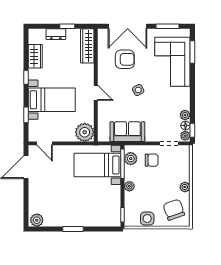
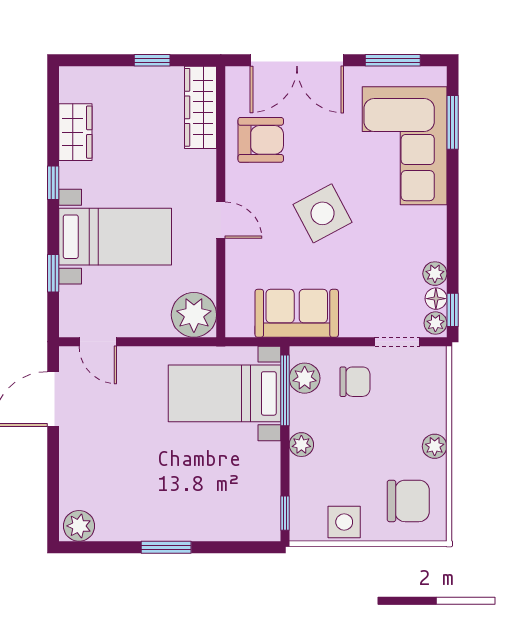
dresser: (56, 34) -> (125, 79), removed
armchair: (125, 59) -> (261, 140), moved
side table: (138, 90) -> (323, 213), width x1.87, depth x1.87
chair: (174, 210) -> (408, 501), turned 109

